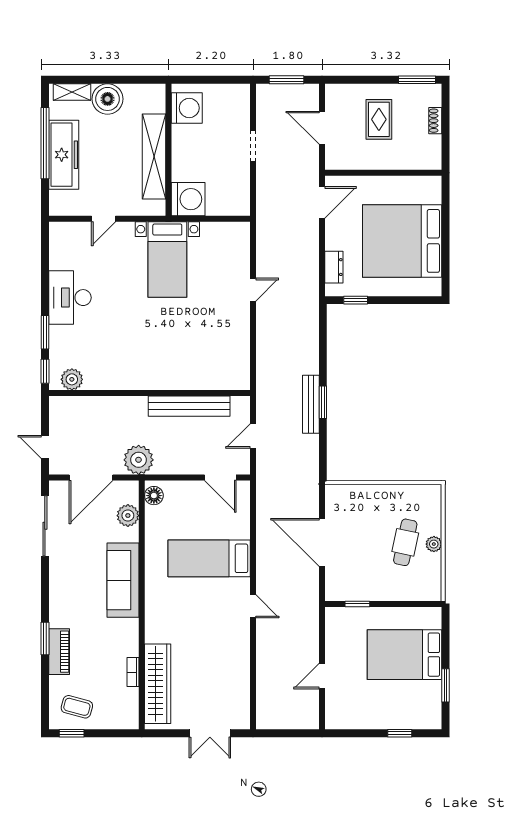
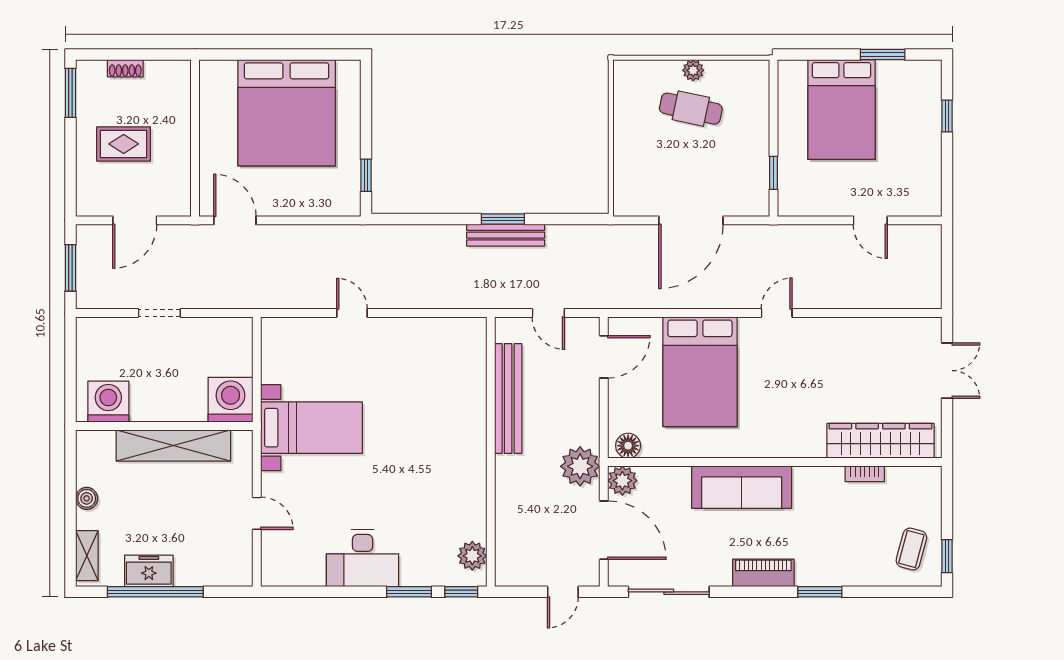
boiler: (108, 99) -> (87, 498), width x0.54, depth x0.54
freezer: (64, 155) -> (149, 571), width x0.52, depth x0.79
dresser: (334, 267) -> (322, 204), removed
plant: (128, 516) -> (622, 481), moved
bed: (209, 558) -> (700, 372), width x1.50
piano: (59, 652) -> (763, 573), moved

